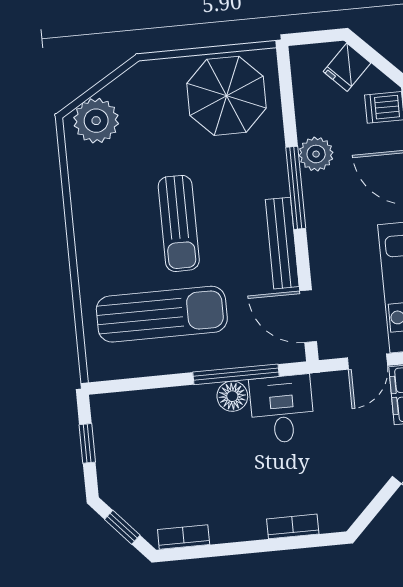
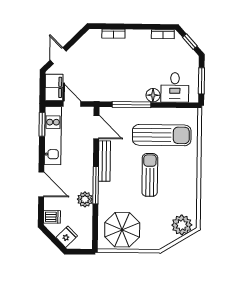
sun lounger: (162, 314) -> (162, 135), turned 180
door: (367, 362) -> (72, 104), hinge flipped
floor lamp: (232, 396) -> (153, 95), moved
desk: (282, 409) -> (175, 87), moved
window: (87, 443) -> (201, 81), width x1.50

